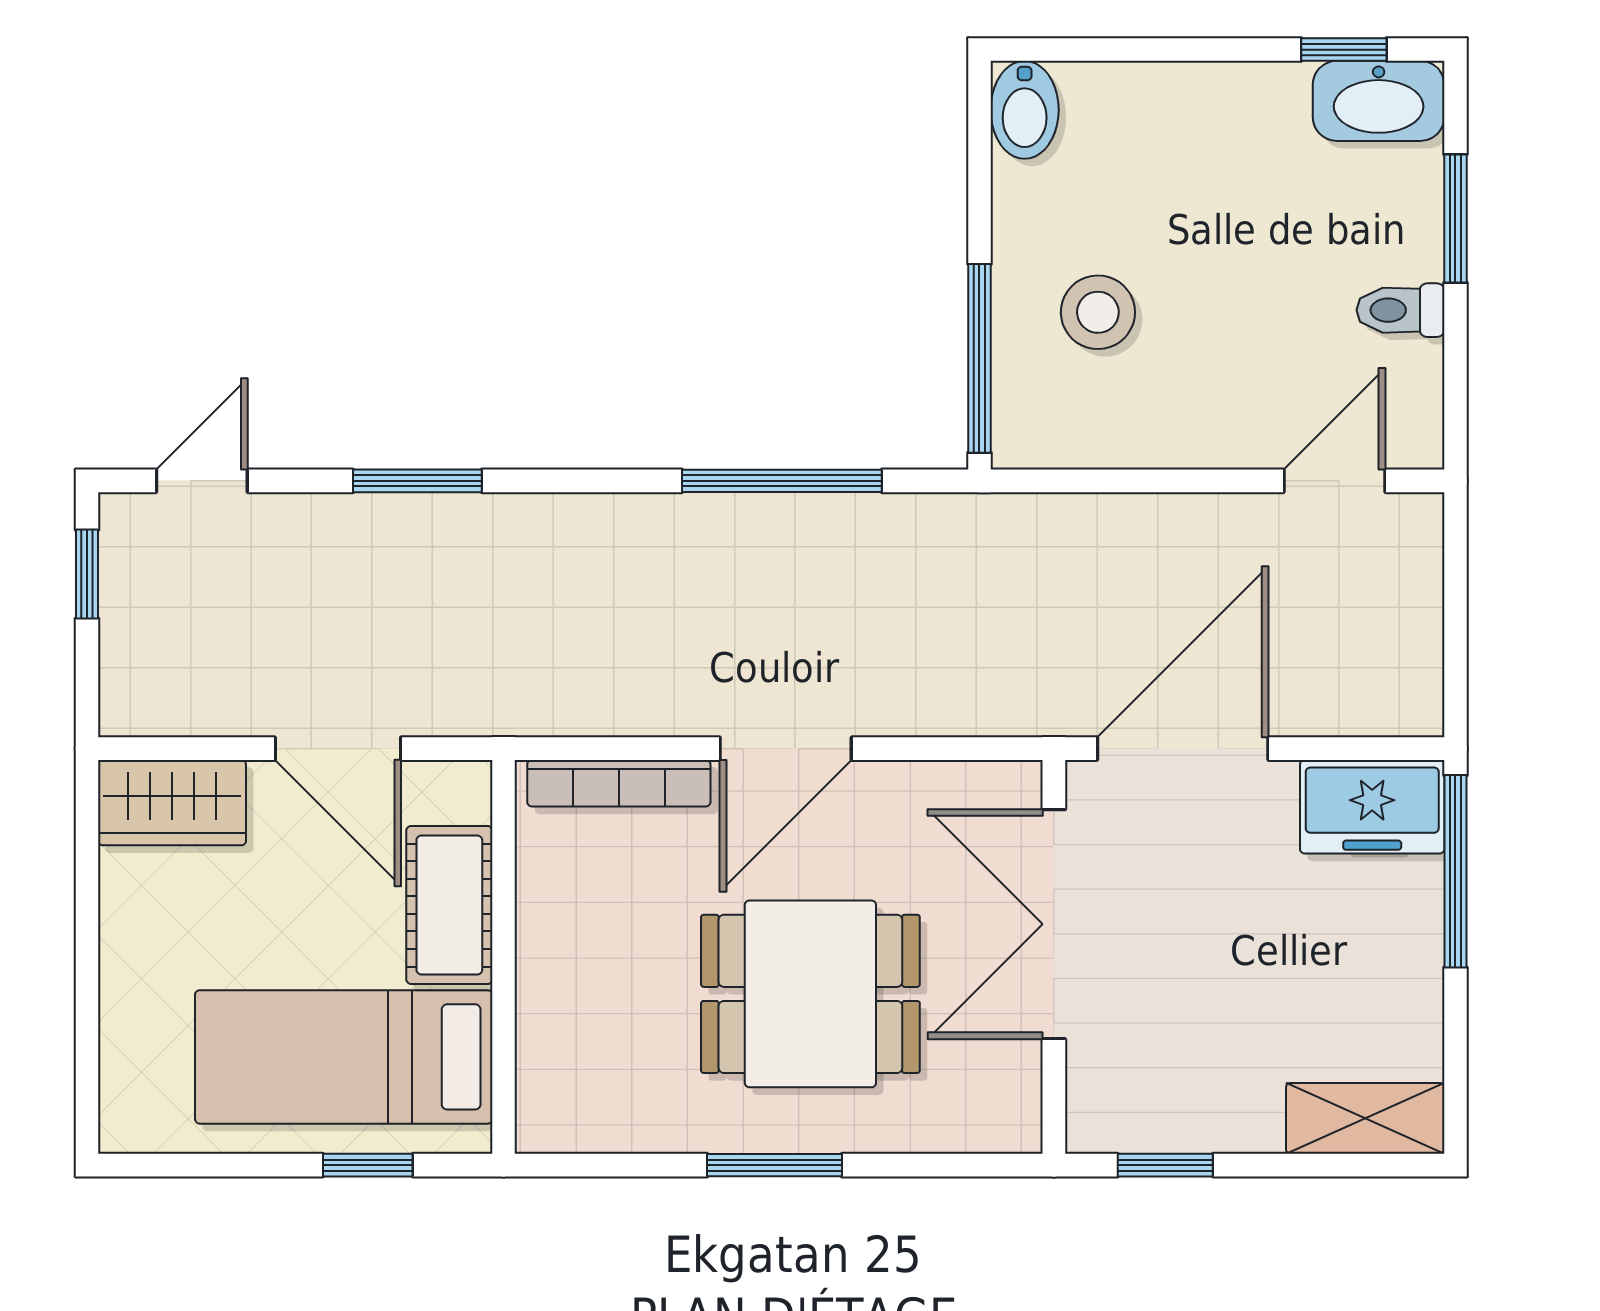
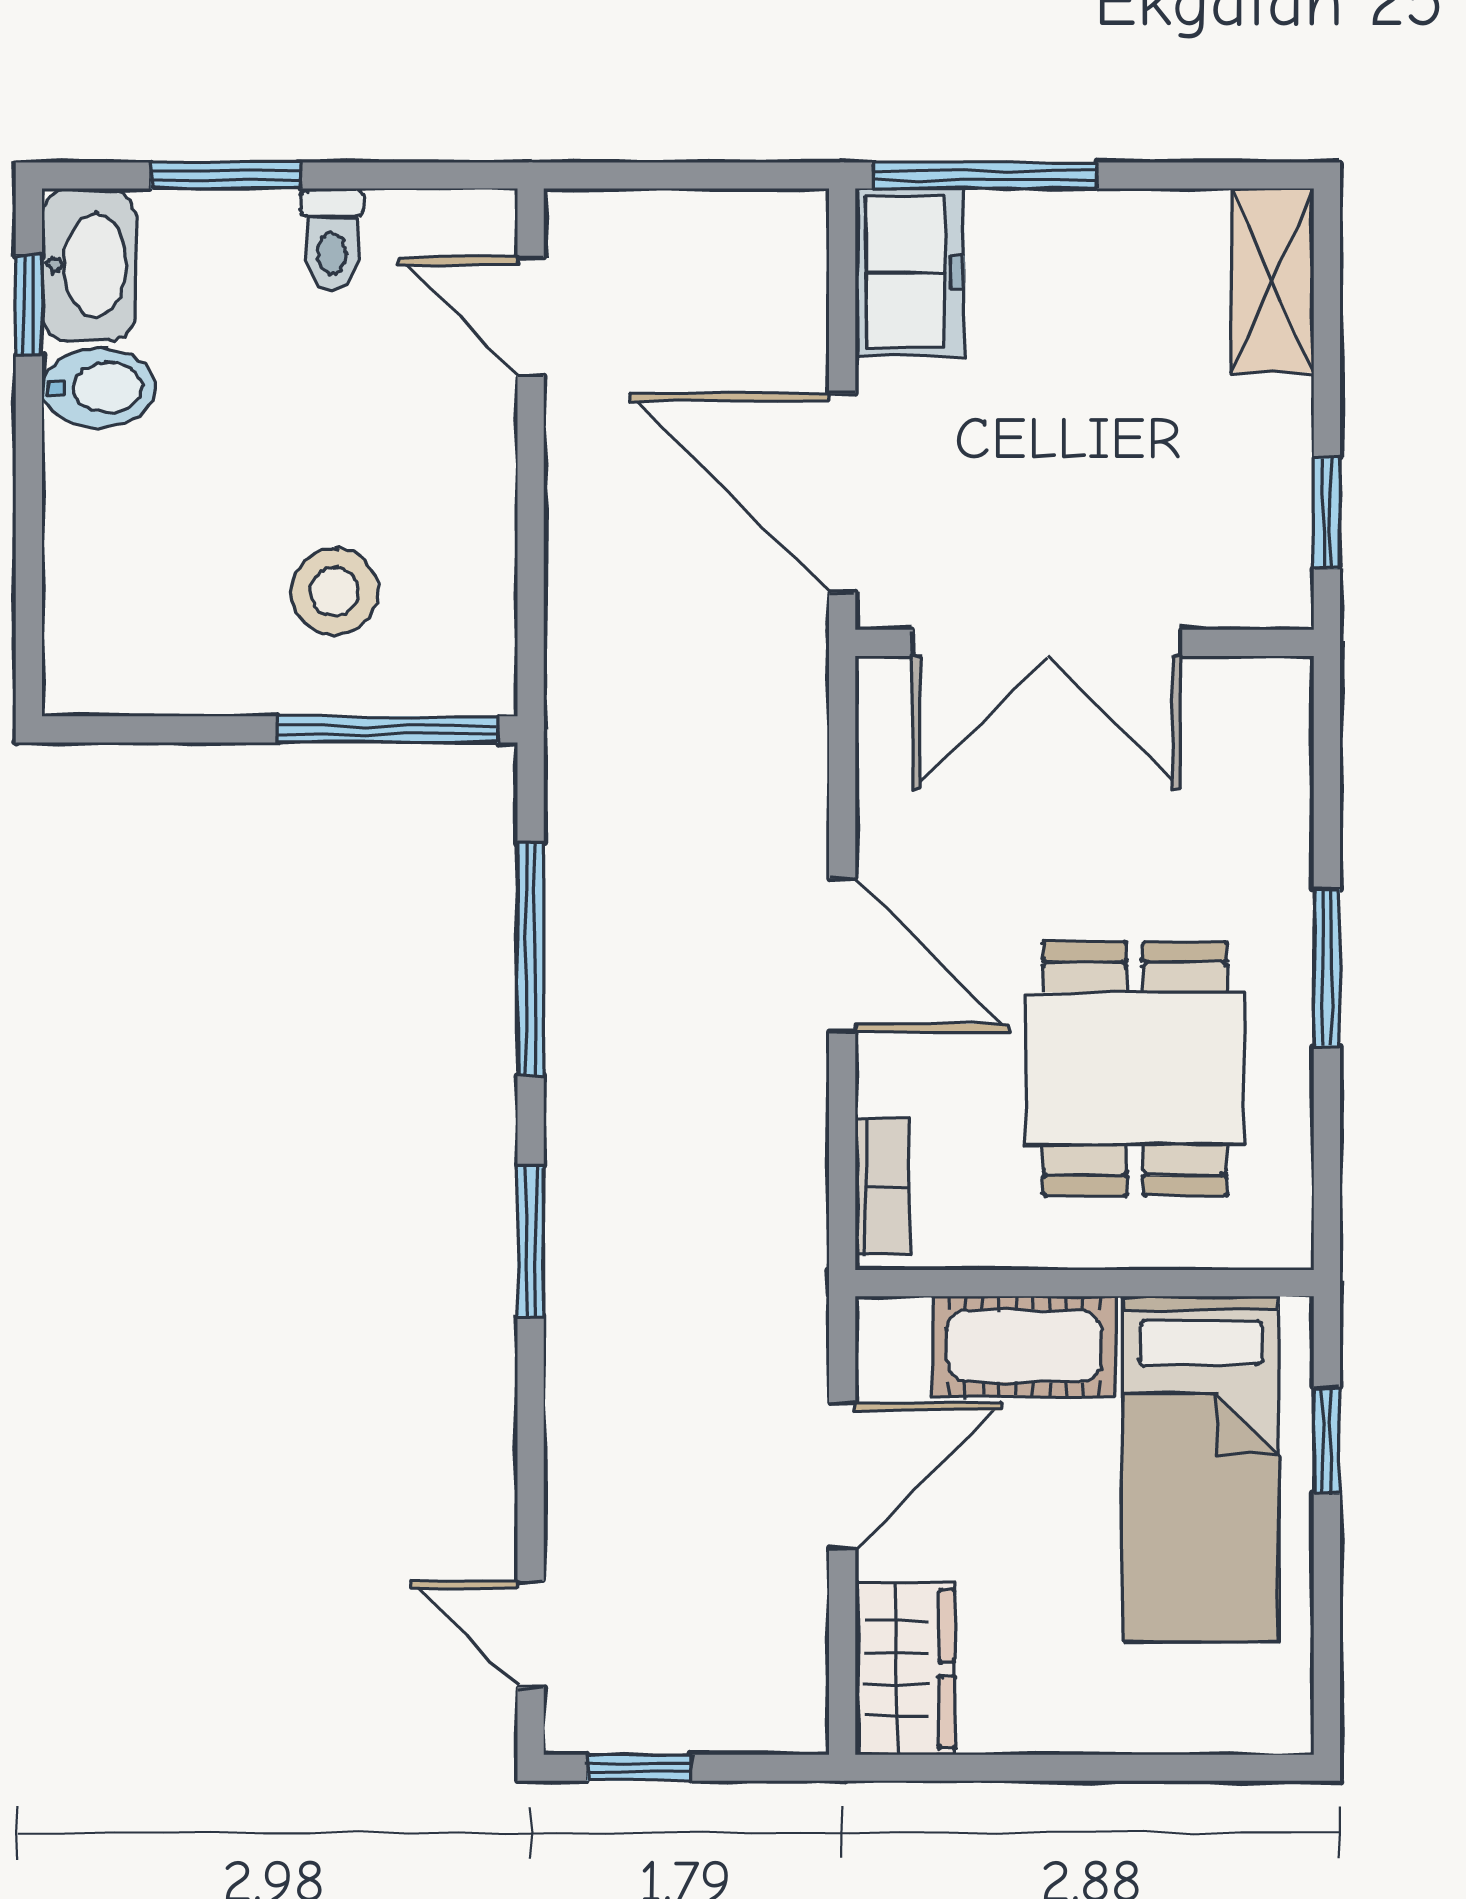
bidet: (1025, 110) -> (99, 388), moved
window: (417, 481) -> (531, 1241), moved
bookcase: (619, 783) -> (882, 1187), width x0.64
dining table: (810, 994) -> (1135, 1069), moved

